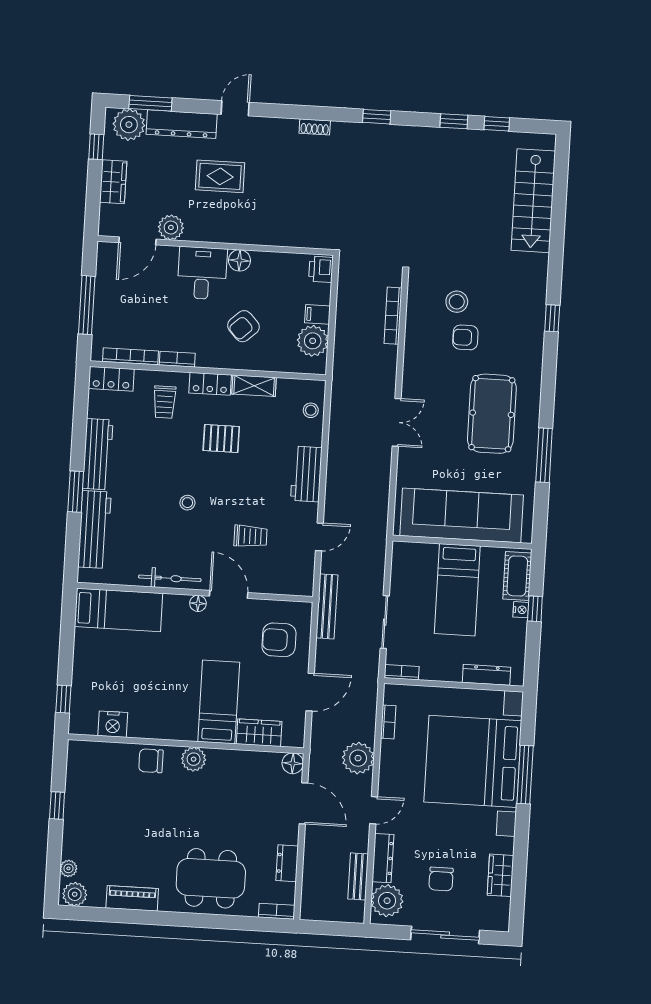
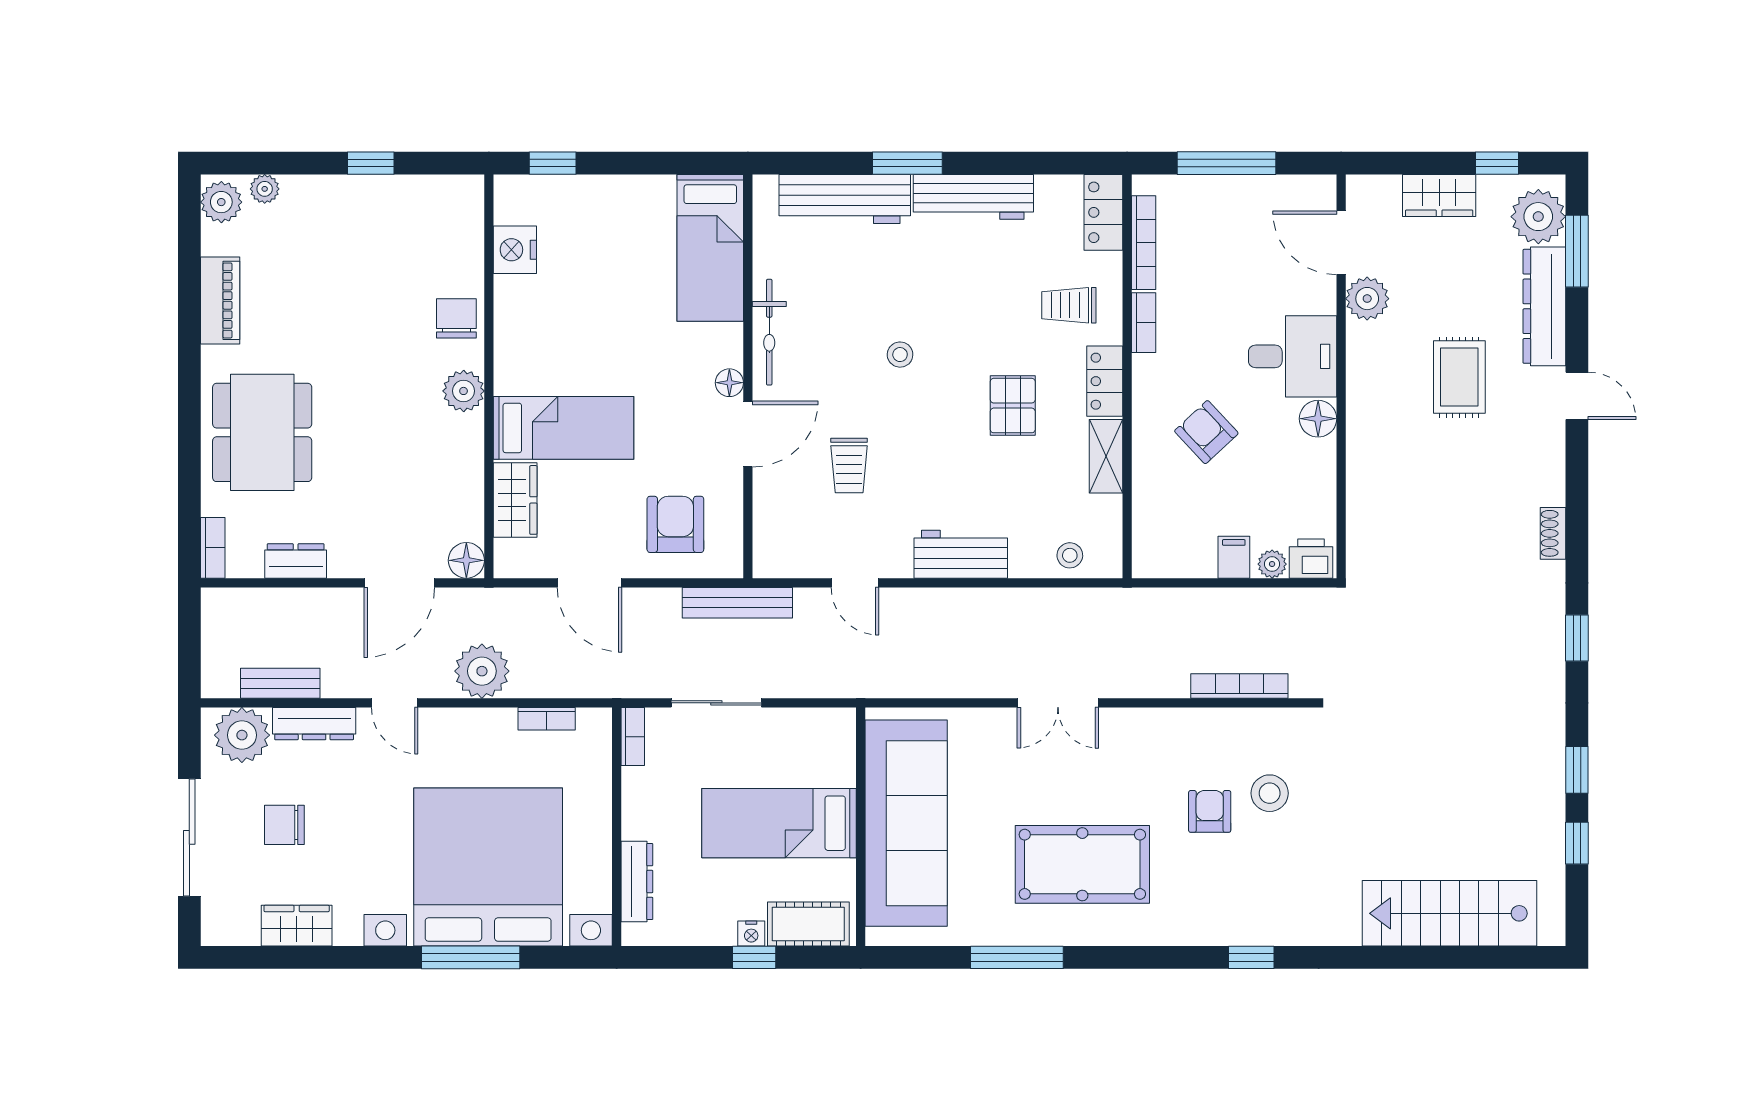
plant: (313, 341) -> (1272, 564), moved, width x0.53, depth x0.53

